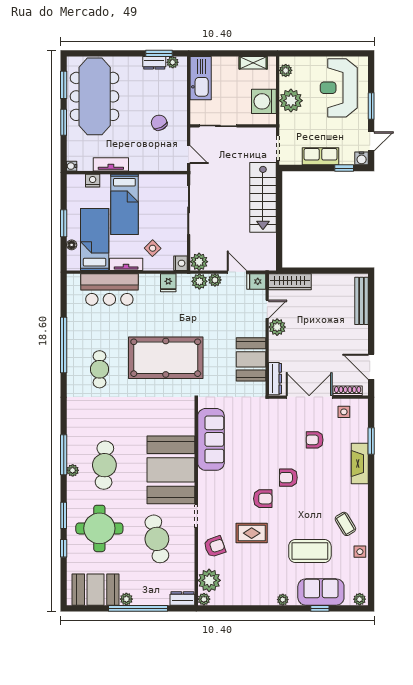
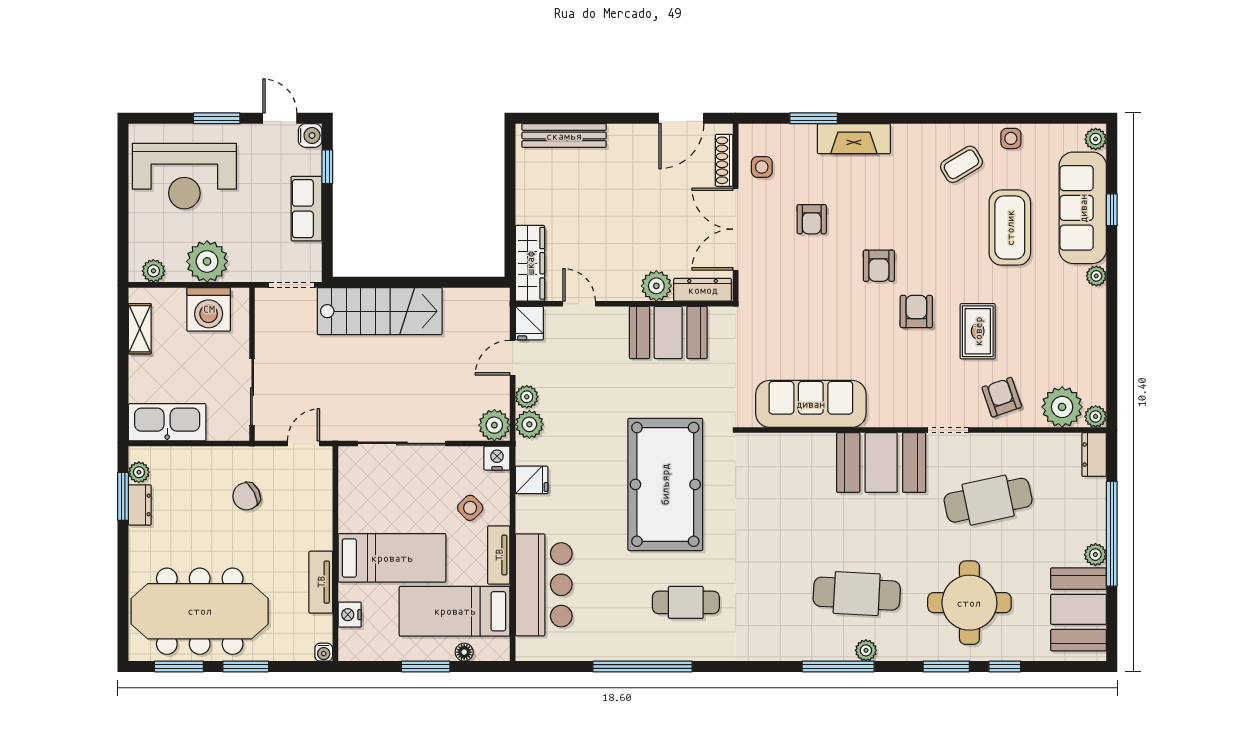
plant: (277, 327) -> (656, 286), moved
booth: (171, 470) -> (881, 463), width x0.73, depth x0.70
sofa: (321, 592) -> (1083, 208), width x1.36

